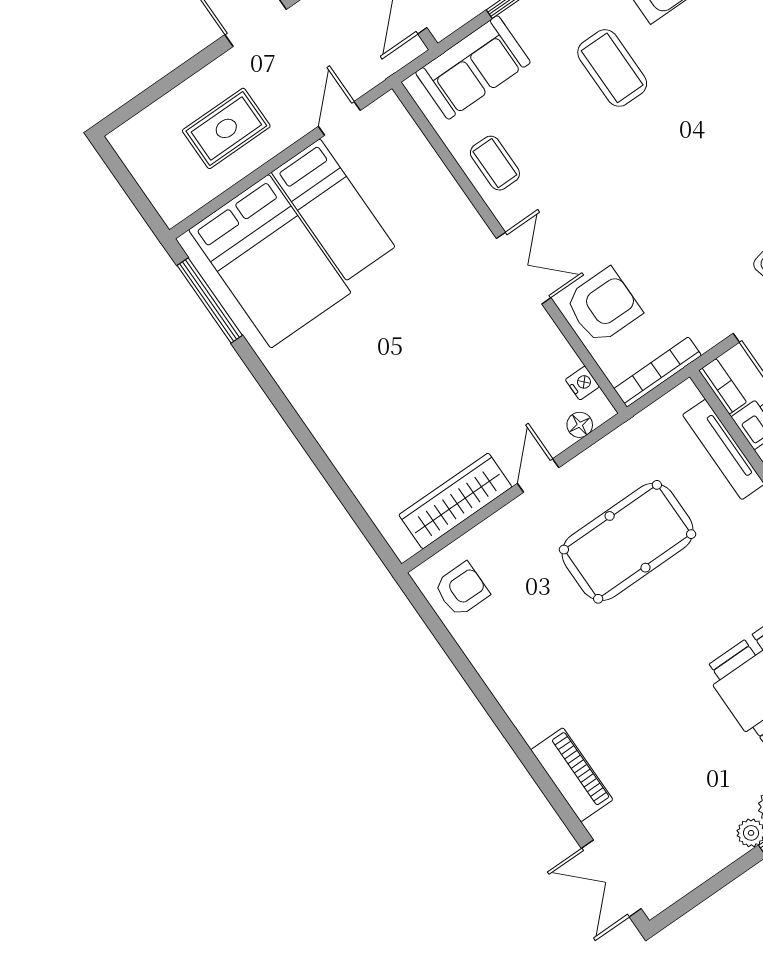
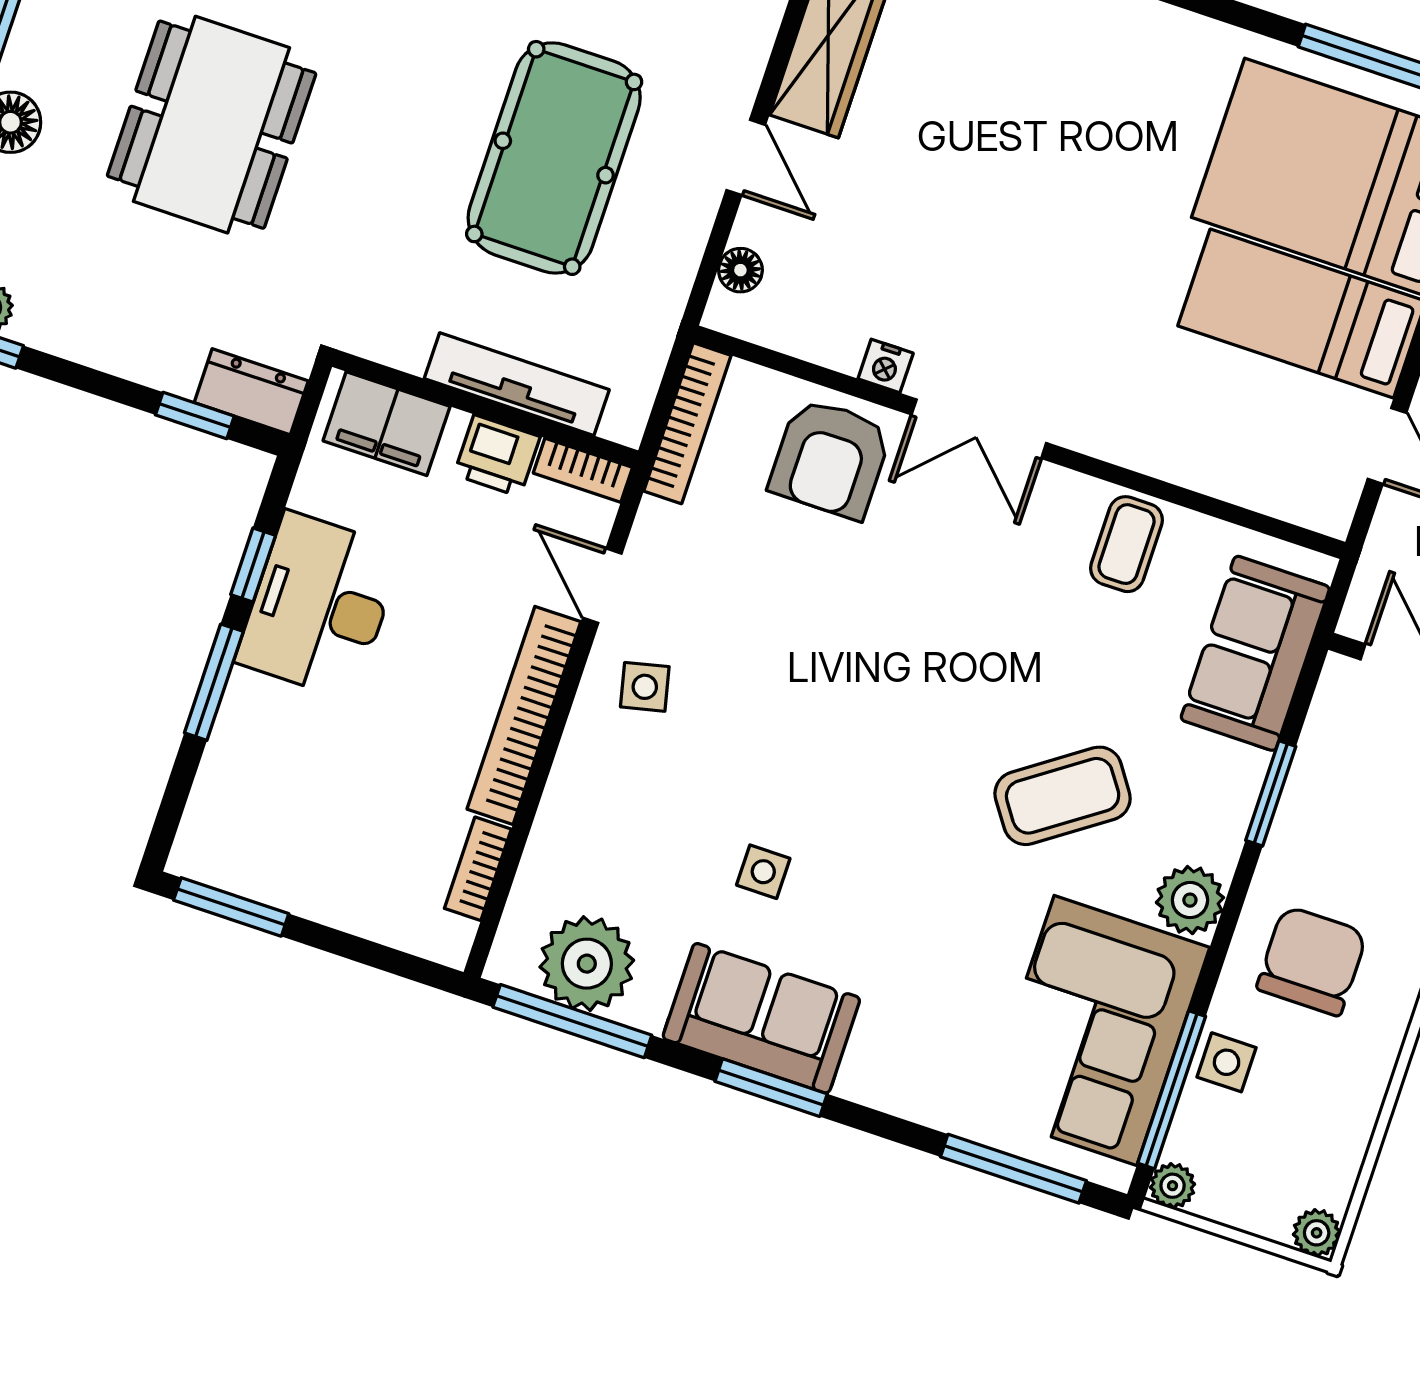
coffee table: (612, 68) -> (1063, 796), turned -35
coffee table: (495, 163) -> (1126, 544), turned 90
nightstand: (582, 383) -> (886, 366), moved

